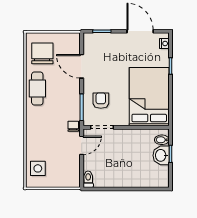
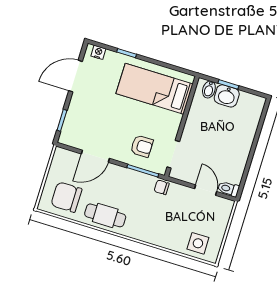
bed: (149, 97) -> (154, 89), width x0.67
armchair: (101, 101) -> (142, 146), turned 180
door: (82, 145) -> (206, 190), moved

